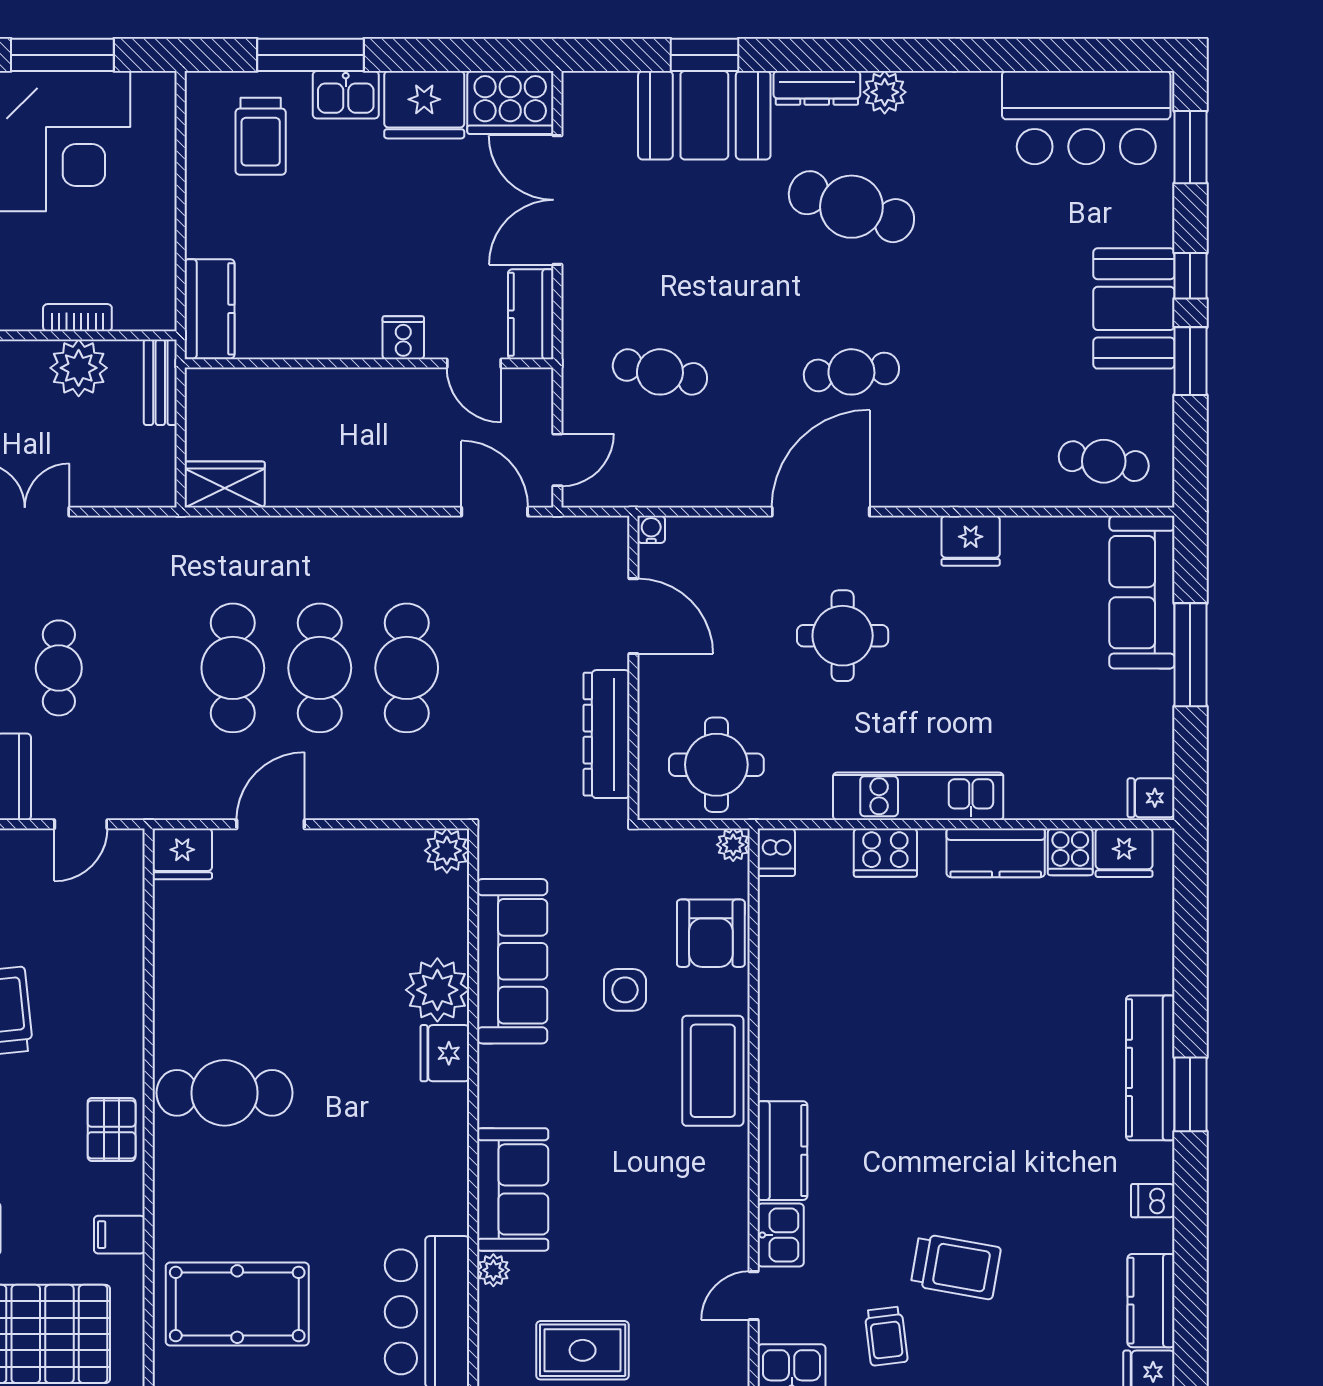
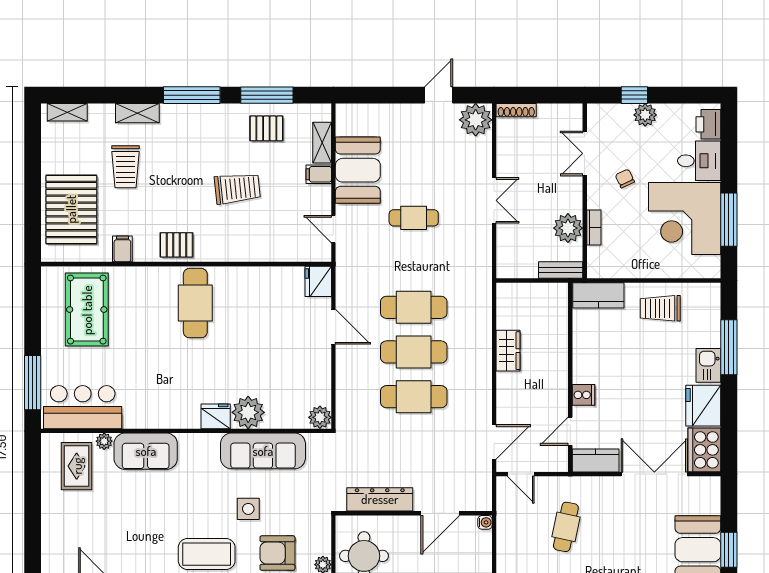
trolley: (261, 136) -> (660, 308), moved
wardrobe: (225, 484) -> (508, 351), moved
rug: (583, 1350) -> (77, 466), moved

